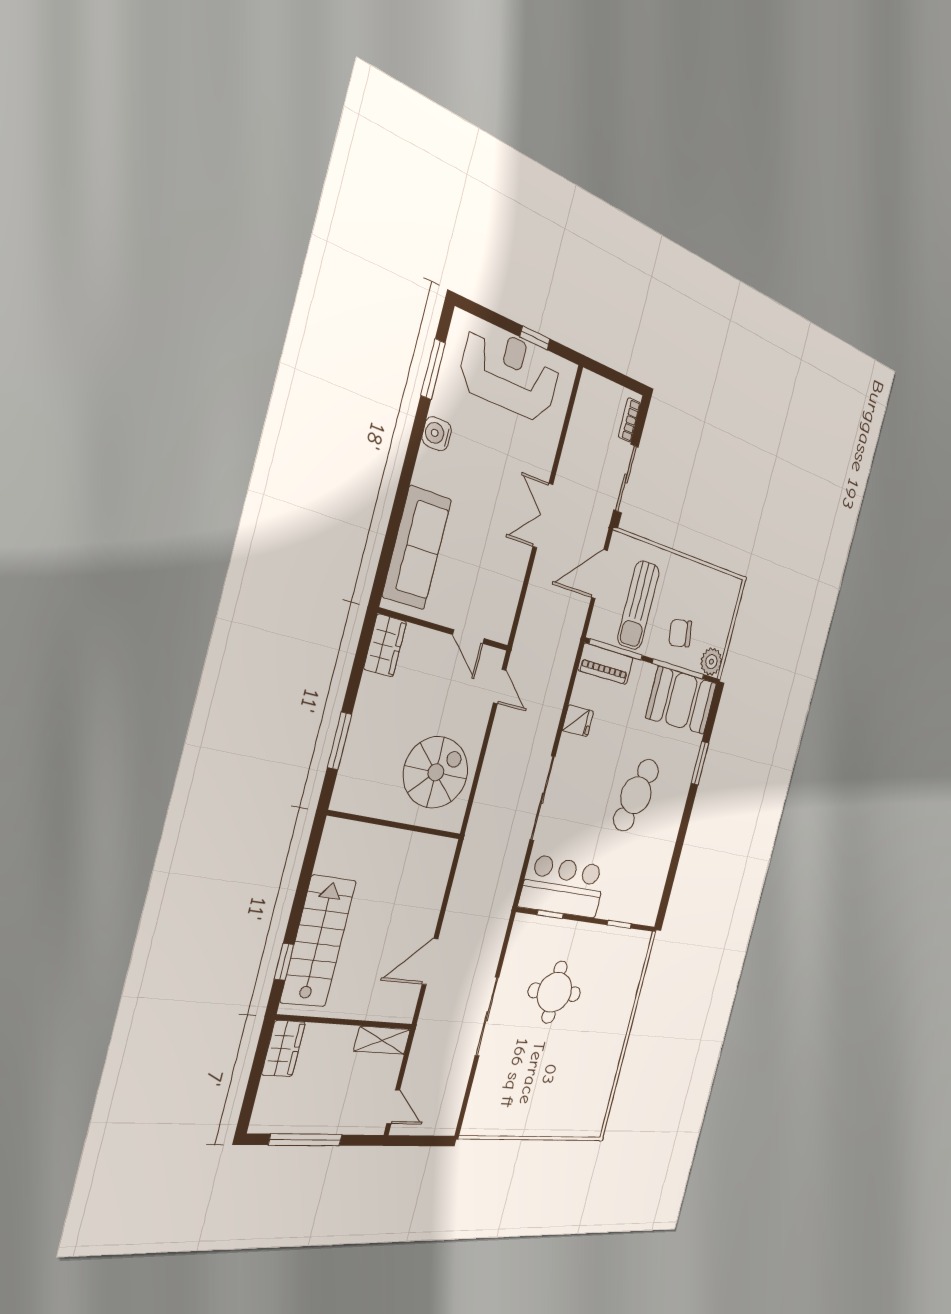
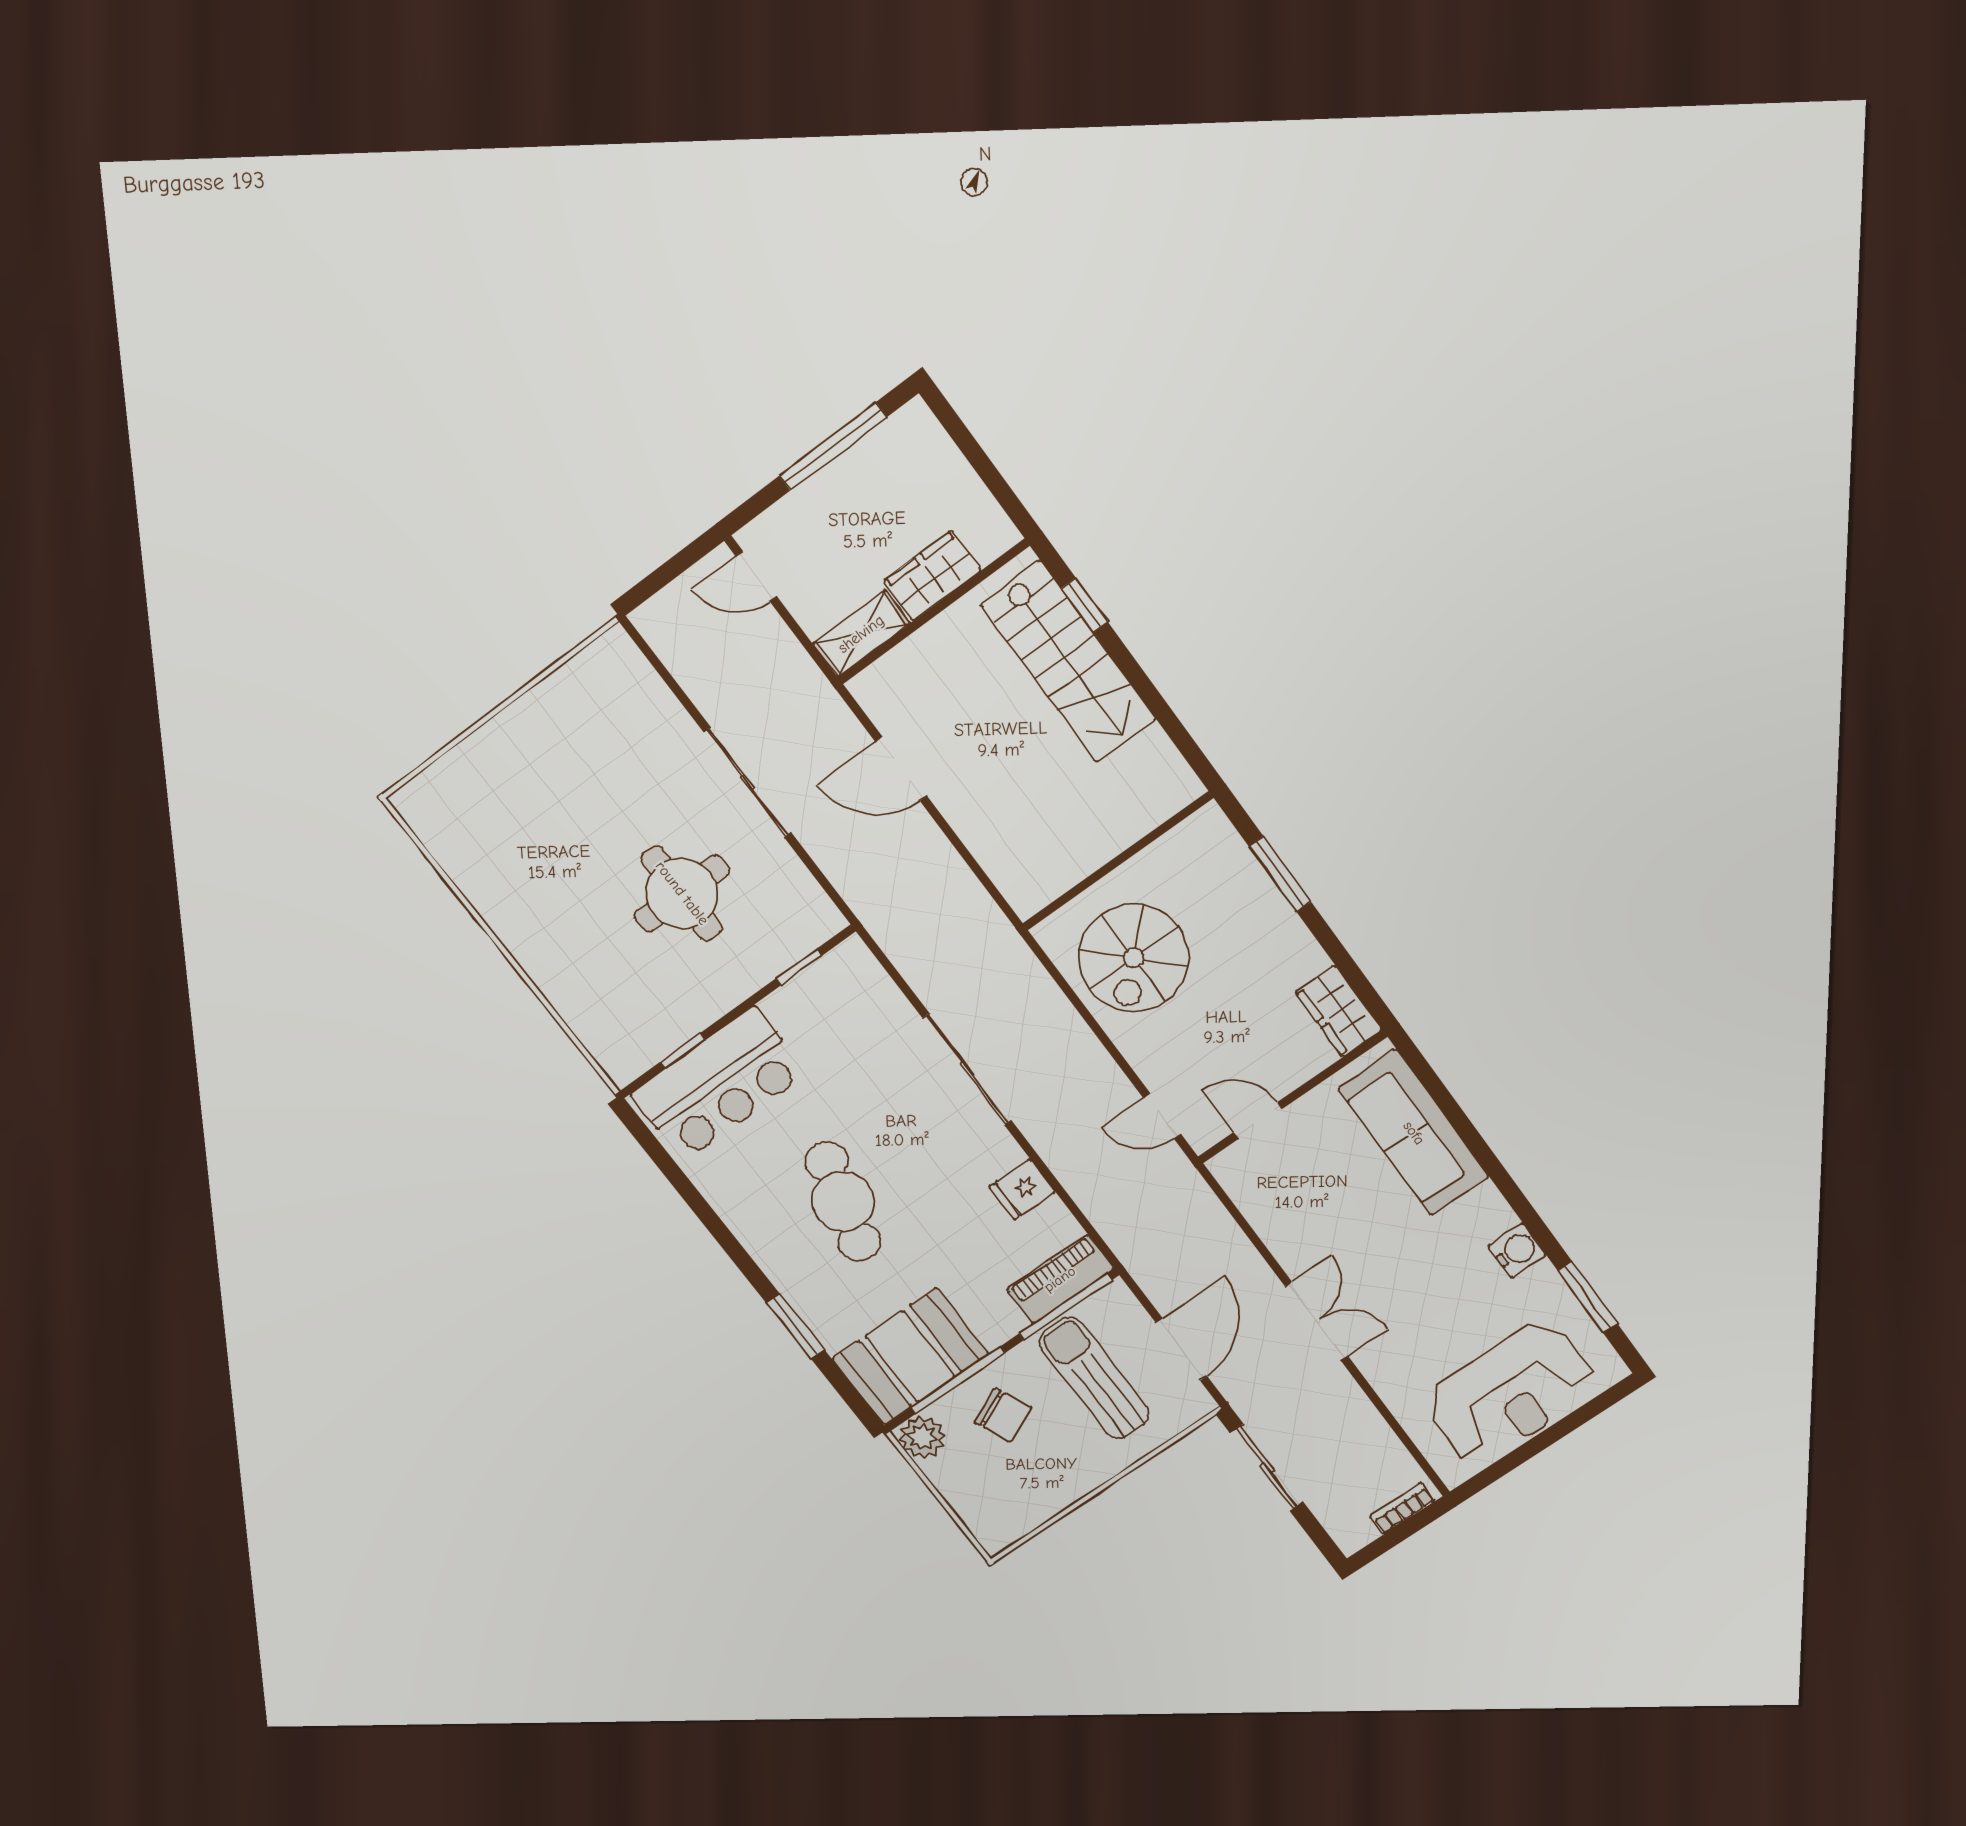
window: (535, 338) -> (1524, 1453), removed
bookcase: (629, 420) -> (1402, 1509), moved, turned -90
chair: (680, 633) -> (1003, 1415), turned 76
bar counter: (563, 886) -> (719, 1084), moved
door: (430, 962) -> (901, 769), swing flipped
wardrobe: (283, 1049) -> (932, 576), moved, turned 90

